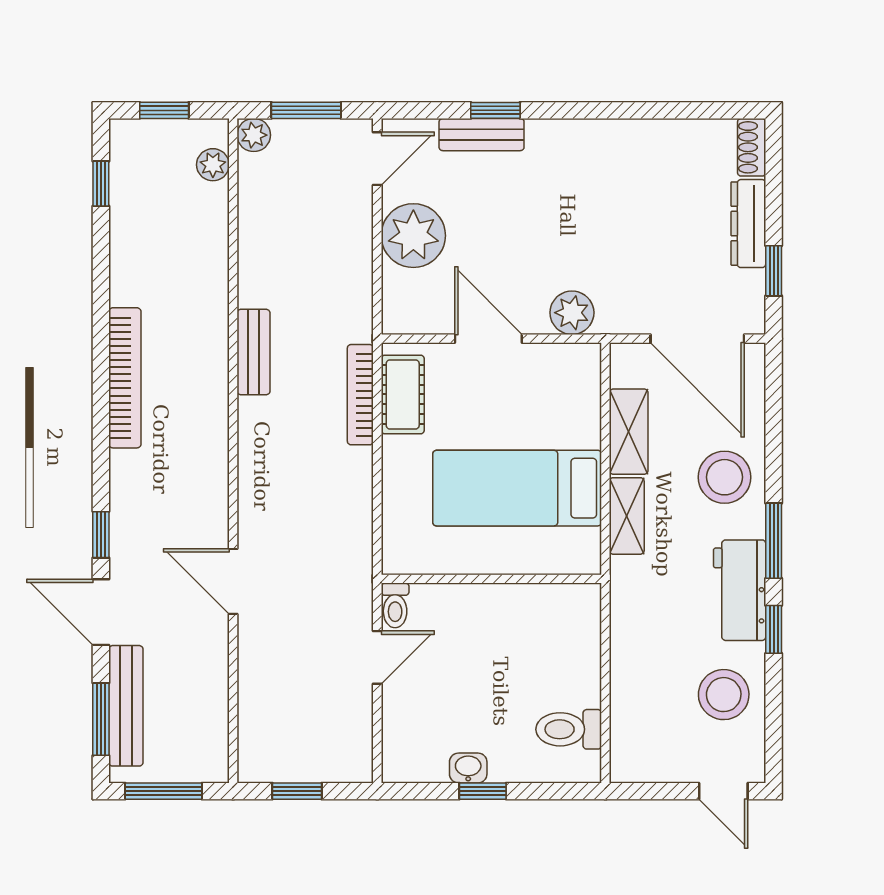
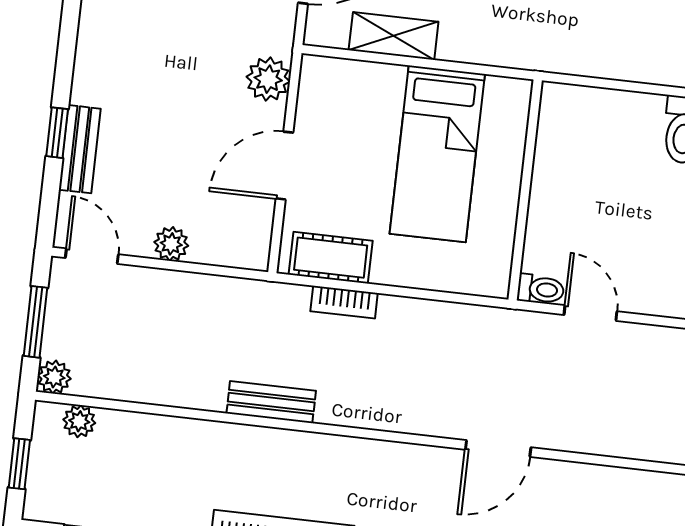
plant: (413, 236) -> (171, 244), width x0.53, depth x0.53
bookcase: (360, 395) -> (344, 302), width x0.64
shelving: (627, 516) -> (478, 47), removed

